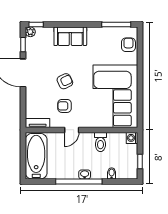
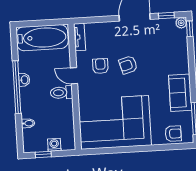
sofa: (70, 36) -> (180, 93), moved
armchair: (65, 81) -> (128, 65), turned 99
washing machine: (132, 138) -> (54, 145), moved
toilet: (100, 142) -> (61, 93), moved
washbasin: (85, 174) -> (24, 80), moved

